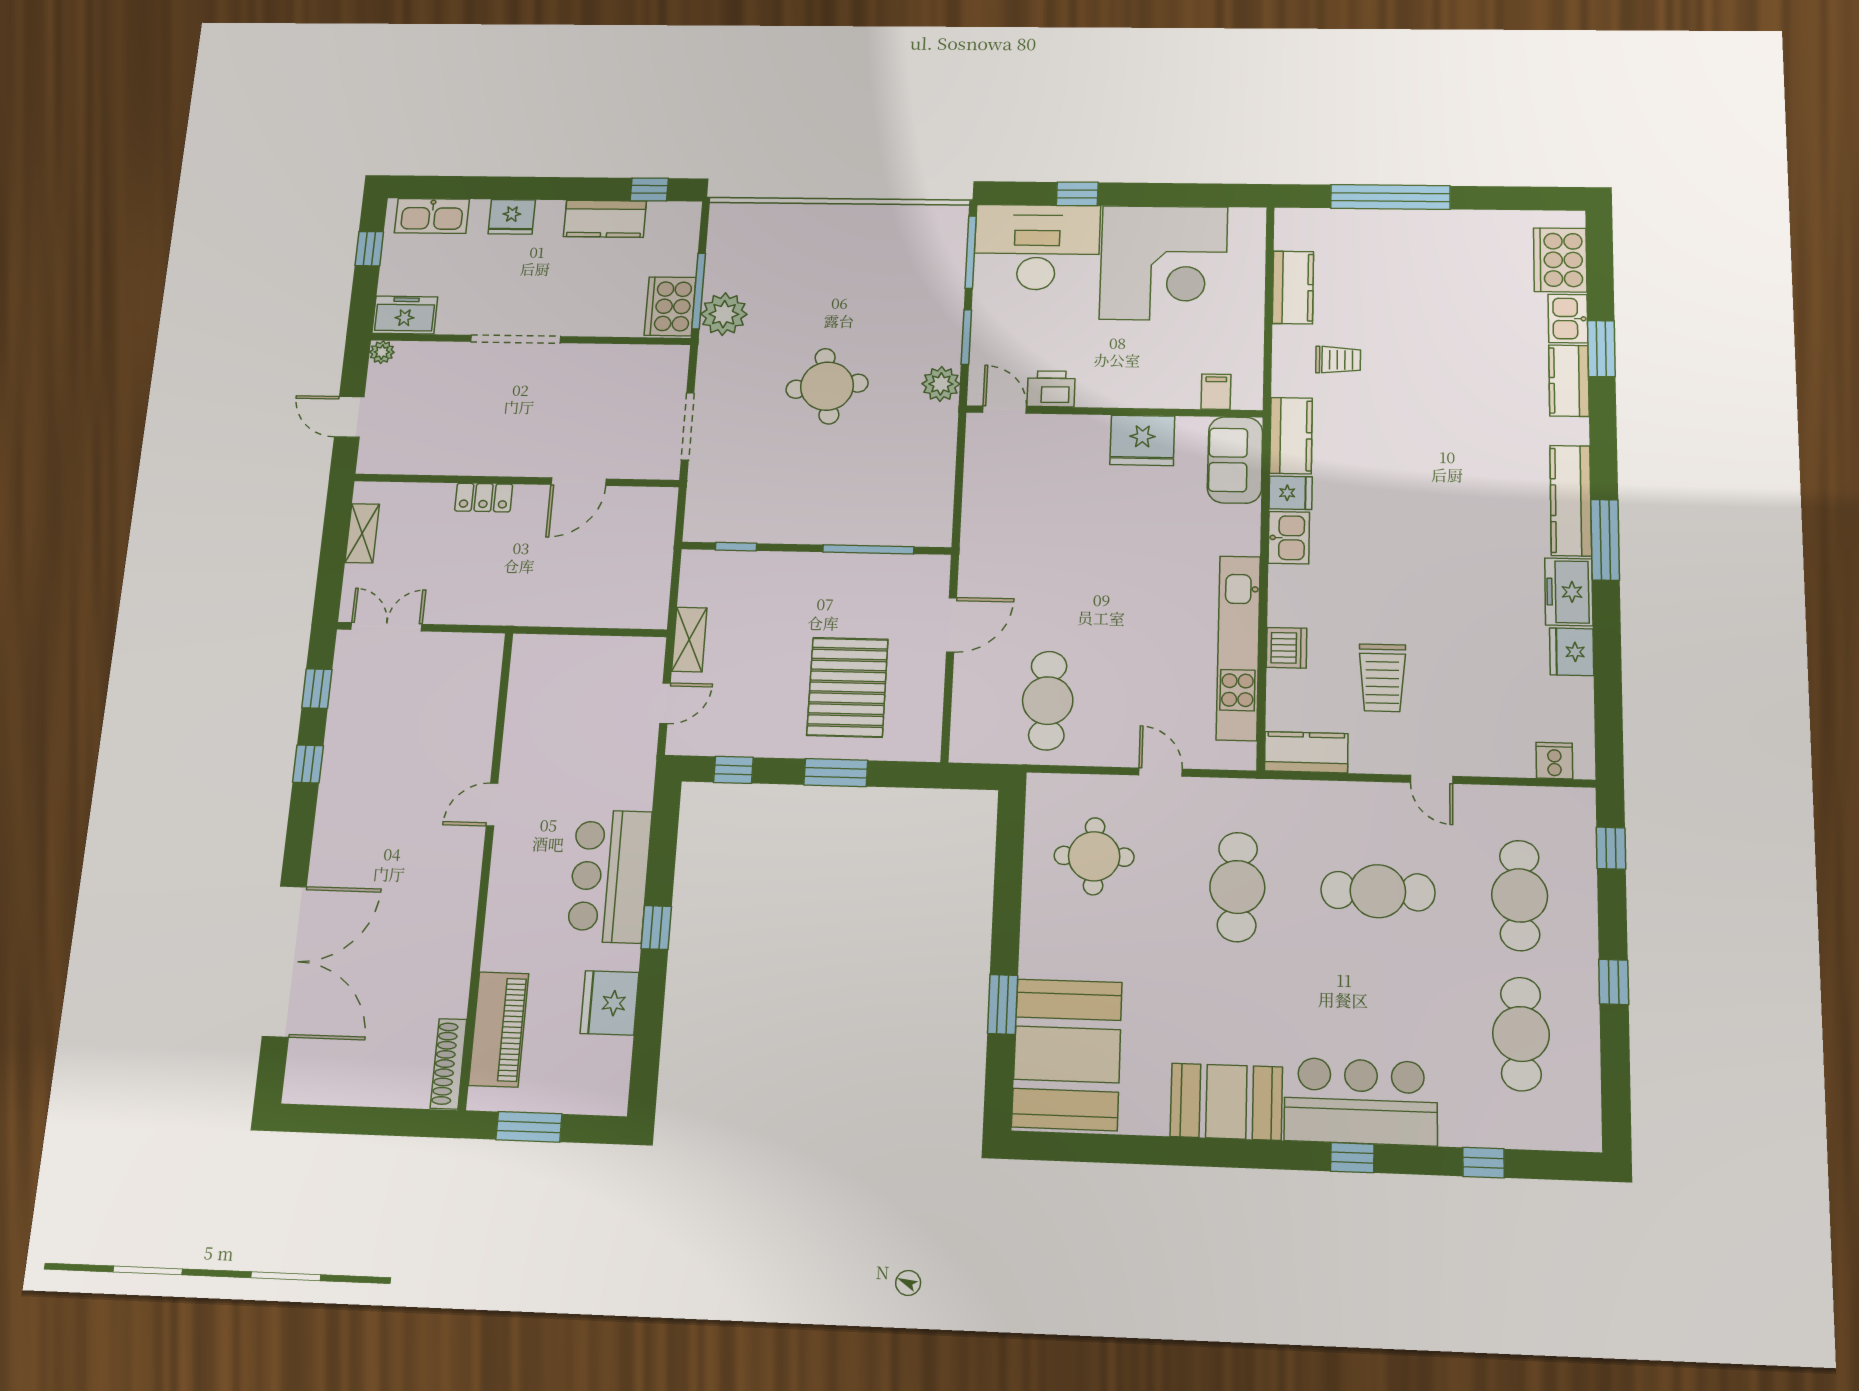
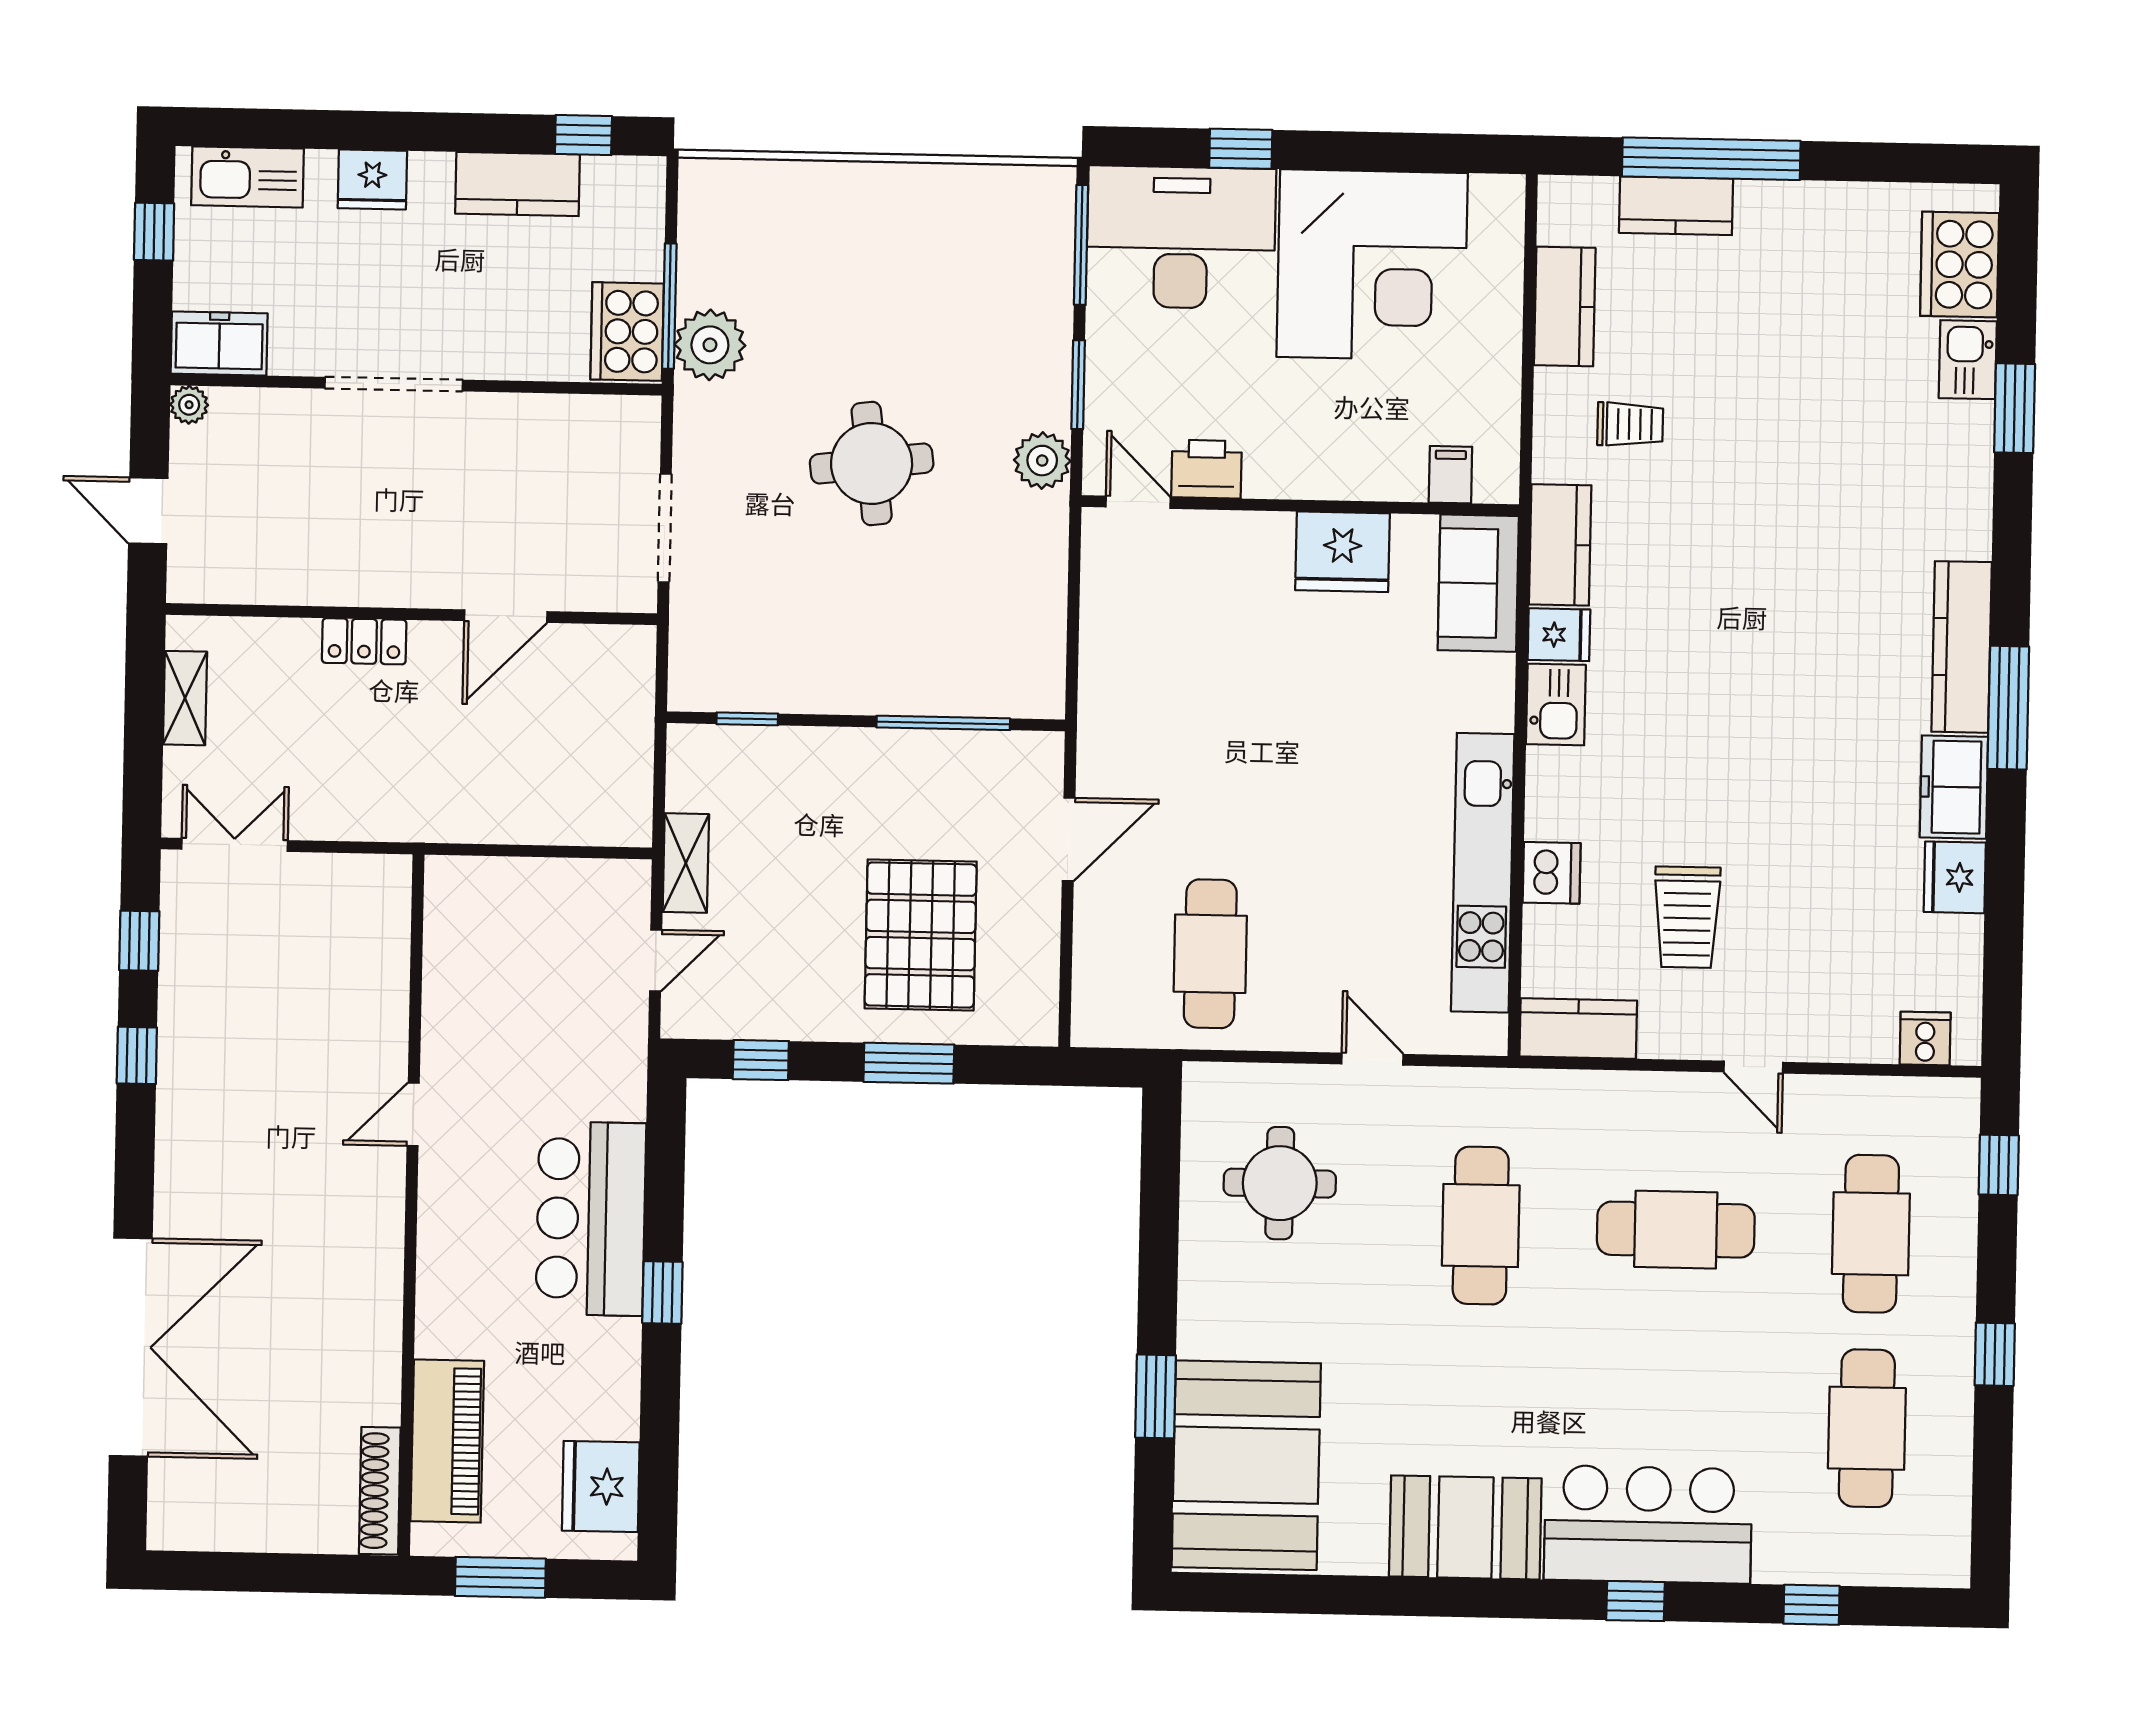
kitchen counter: (1569, 381) -> (1676, 206), moved, turned -90
fridge: (610, 1003) -> (601, 1486), moved

